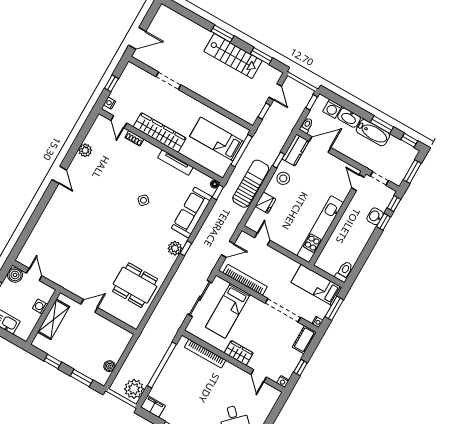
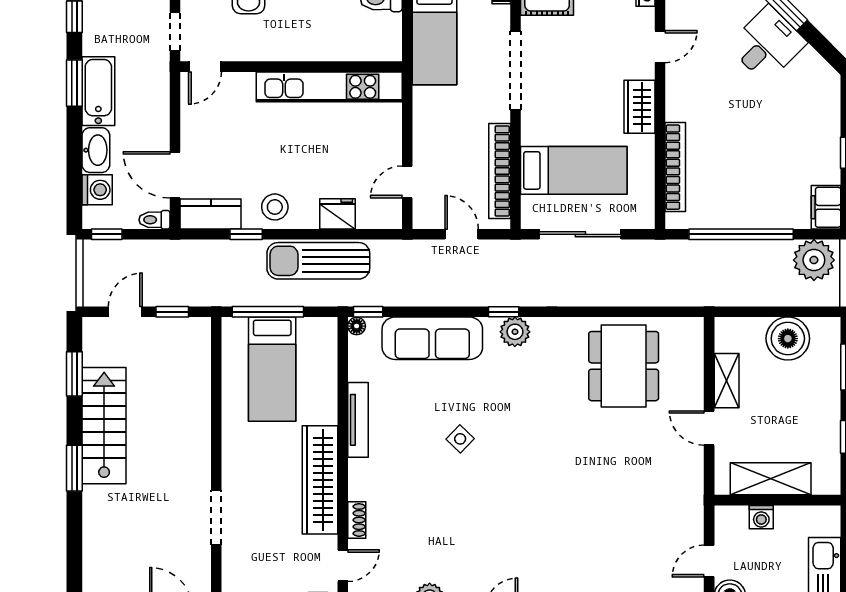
shelving: (105, 324) -> (727, 381), added
boiler: (109, 366) -> (788, 339), width x1.86, depth x1.86

